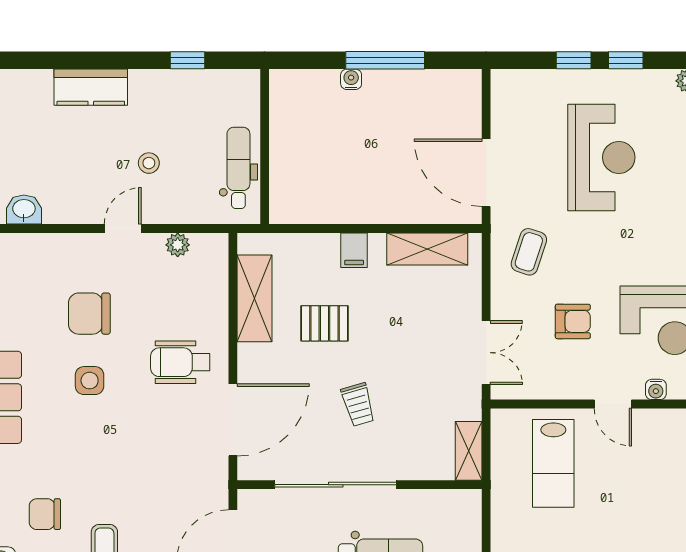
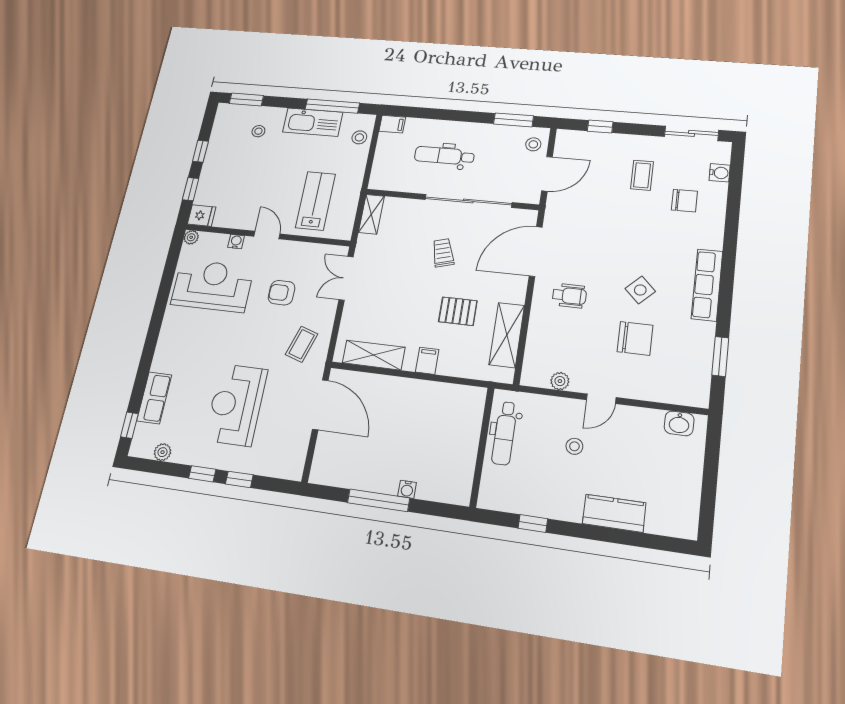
wheelchair: (180, 362) -> (569, 296), width x0.73, depth x0.73
side table: (90, 381) -> (640, 290), turned 45

